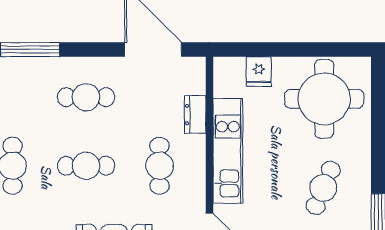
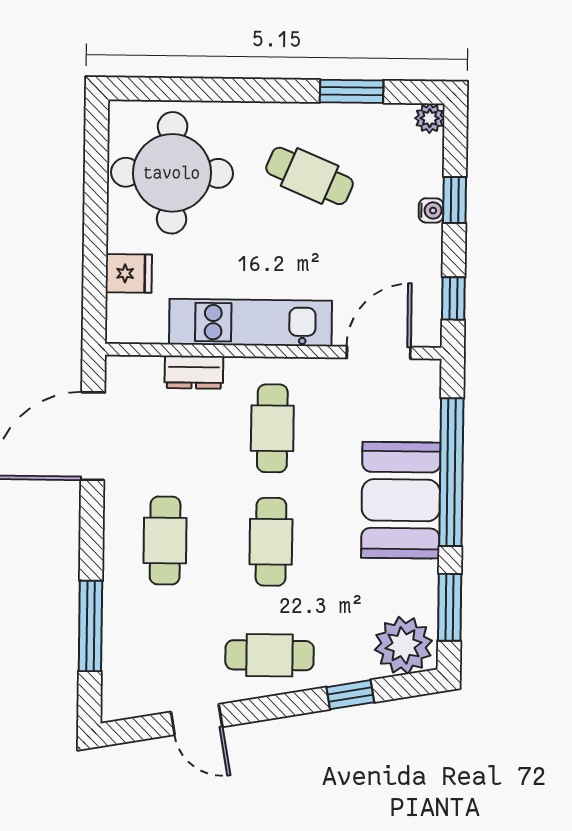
cafe table: (160, 166) -> (272, 428), turned 90

